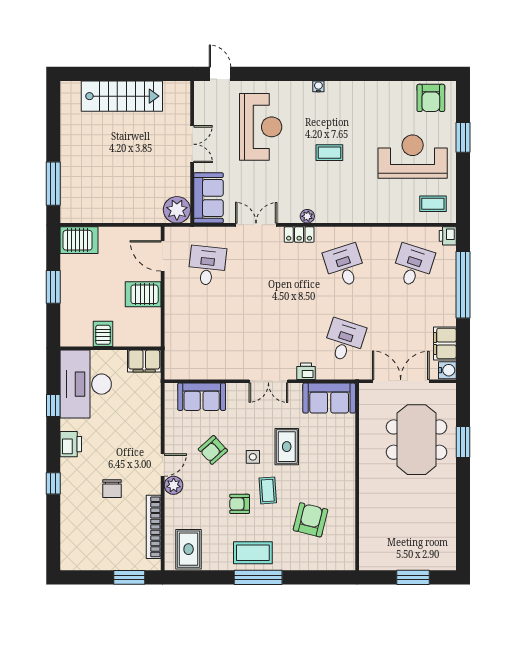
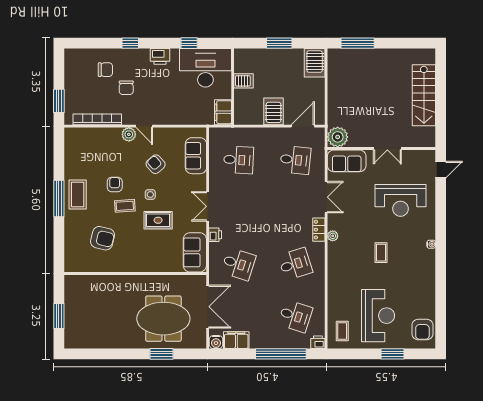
armchair: (431, 98) -> (422, 329), turned -90
desk: (207, 341) -> (238, 160), added
chair: (112, 489) -> (126, 88), turned -90
chair: (88, 516) -> (105, 70), added
rug: (189, 549) -> (80, 146), removed

